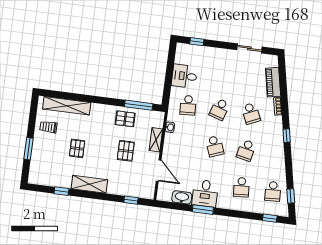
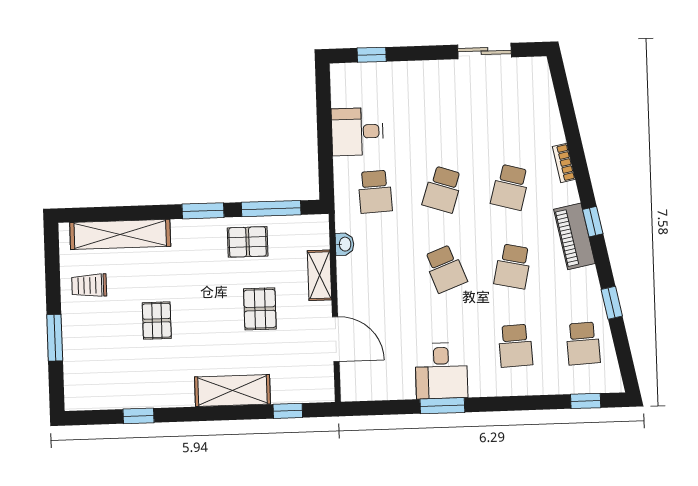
piano: (273, 82) -> (574, 236), moved
window: (107, 101) -> (203, 211), added
school desk: (251, 113) -> (510, 187), turned 39
shelving: (89, 184) -> (232, 390), moved
window: (291, 196) -> (612, 303), moved
washbasin: (182, 197) -> (394, 387), removed

